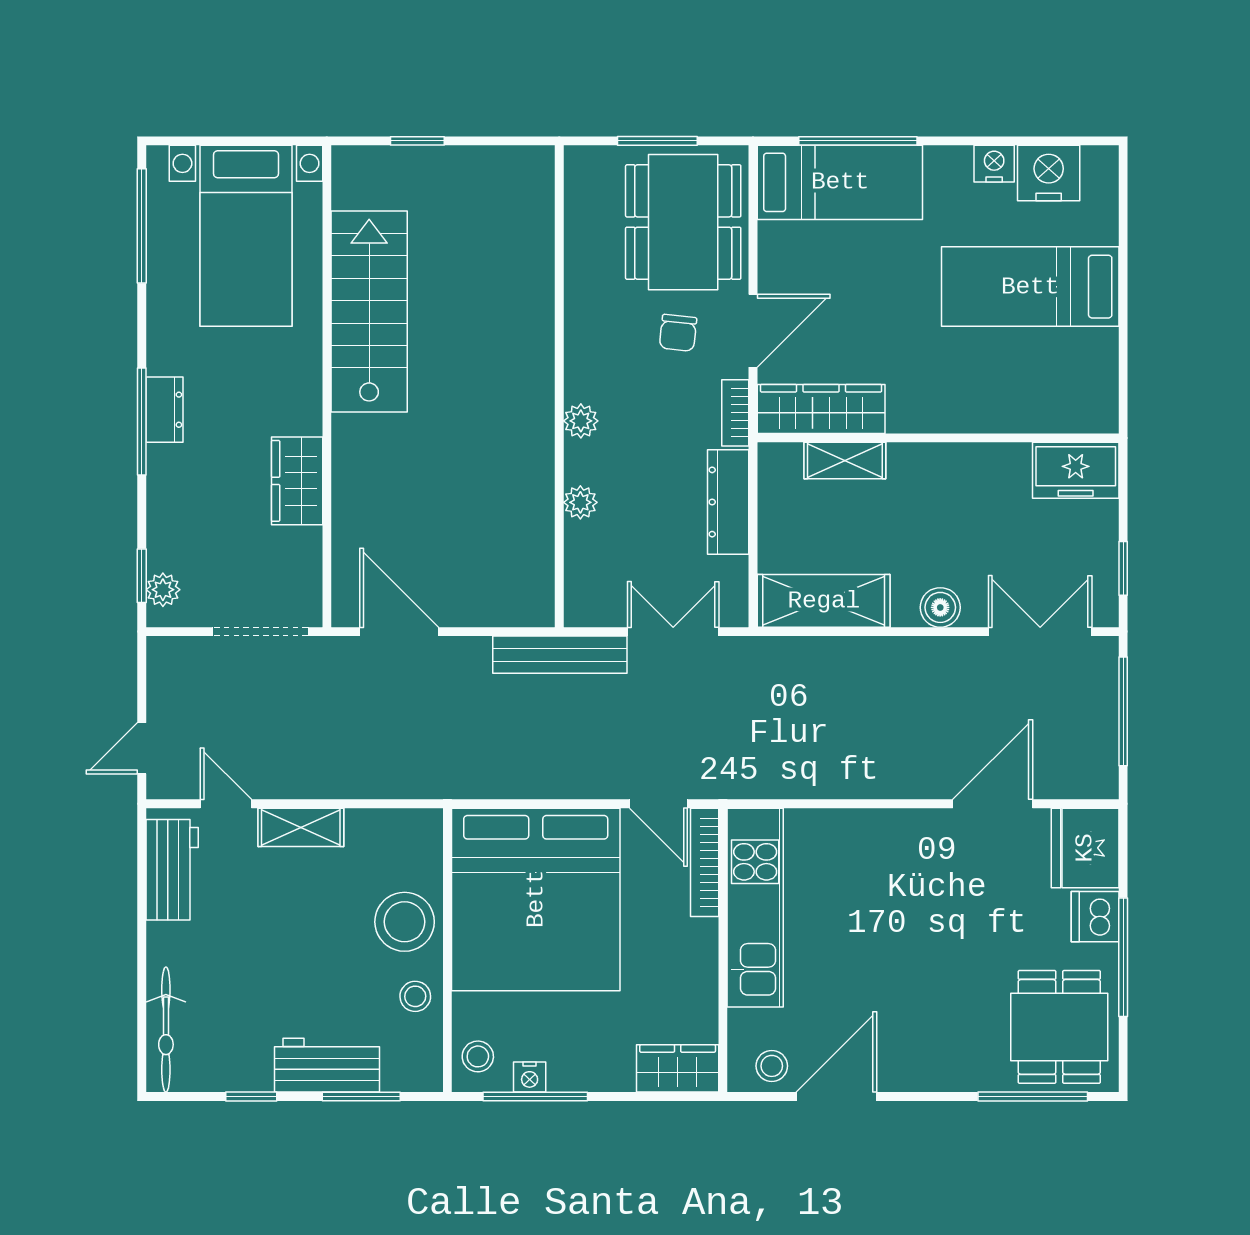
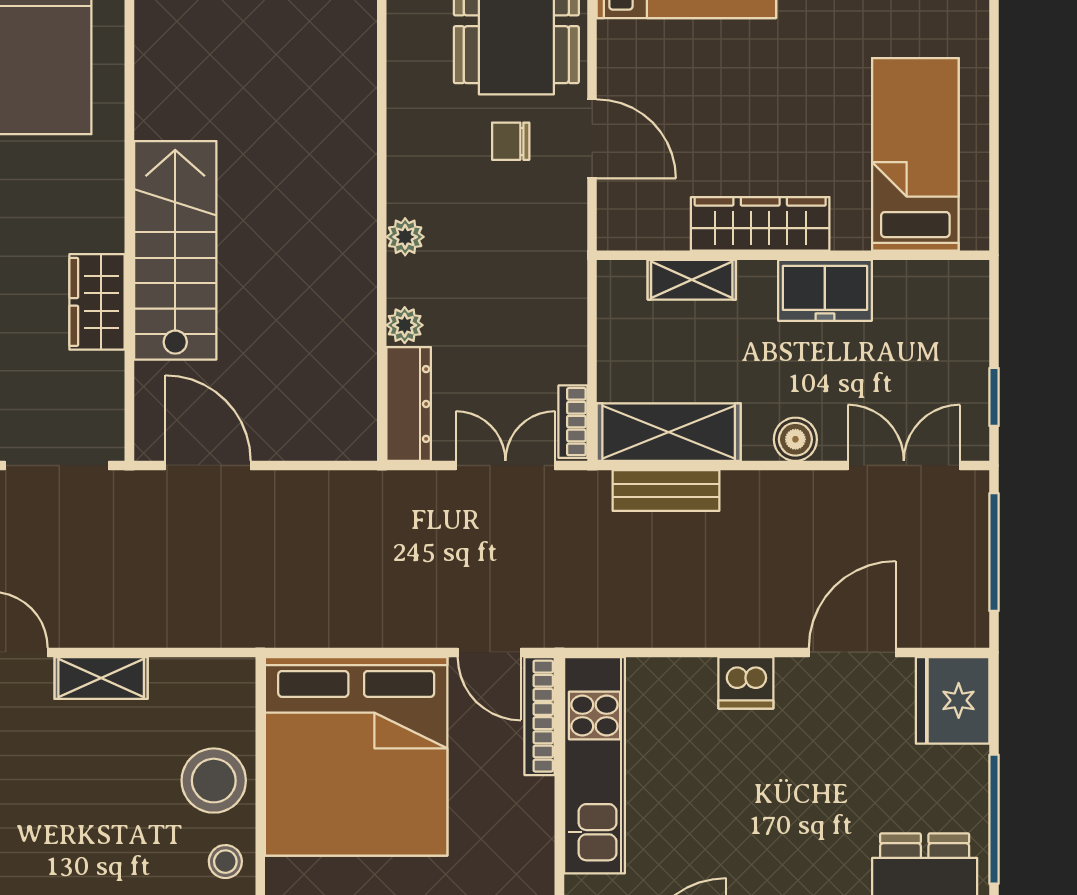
bed: (1030, 287) -> (915, 154), moved, turned 90
stairs: (369, 312) -> (175, 250), moved
door: (753, 331) -> (592, 139), hinge flipped
chair: (678, 333) -> (511, 141), turned 84
wardrobe: (821, 409) -> (760, 224), moved
bookcase: (735, 413) -> (573, 422), moved
freezer: (1076, 470) -> (825, 290), moved
dresser: (728, 502) -> (409, 404), moved, turned 180
bench: (560, 655) -> (666, 491), moved, width x0.73
dishwasher: (1095, 917) -> (746, 683), moved, turned -90

